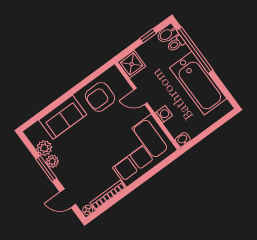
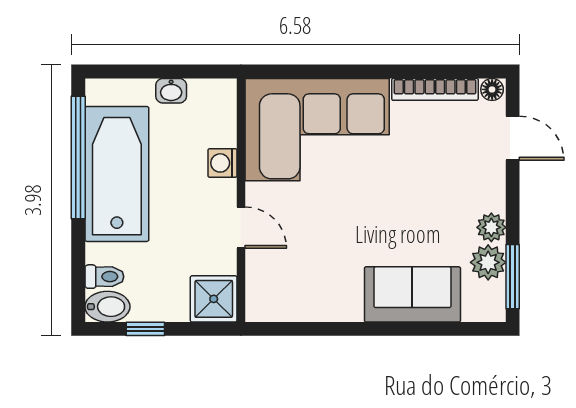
window: (195, 50) -> (78, 157), moved
armchair: (100, 97) -> (316, 281), removed
washbasin: (183, 140) -> (171, 91), moved
window: (46, 169) -> (513, 277), moved

